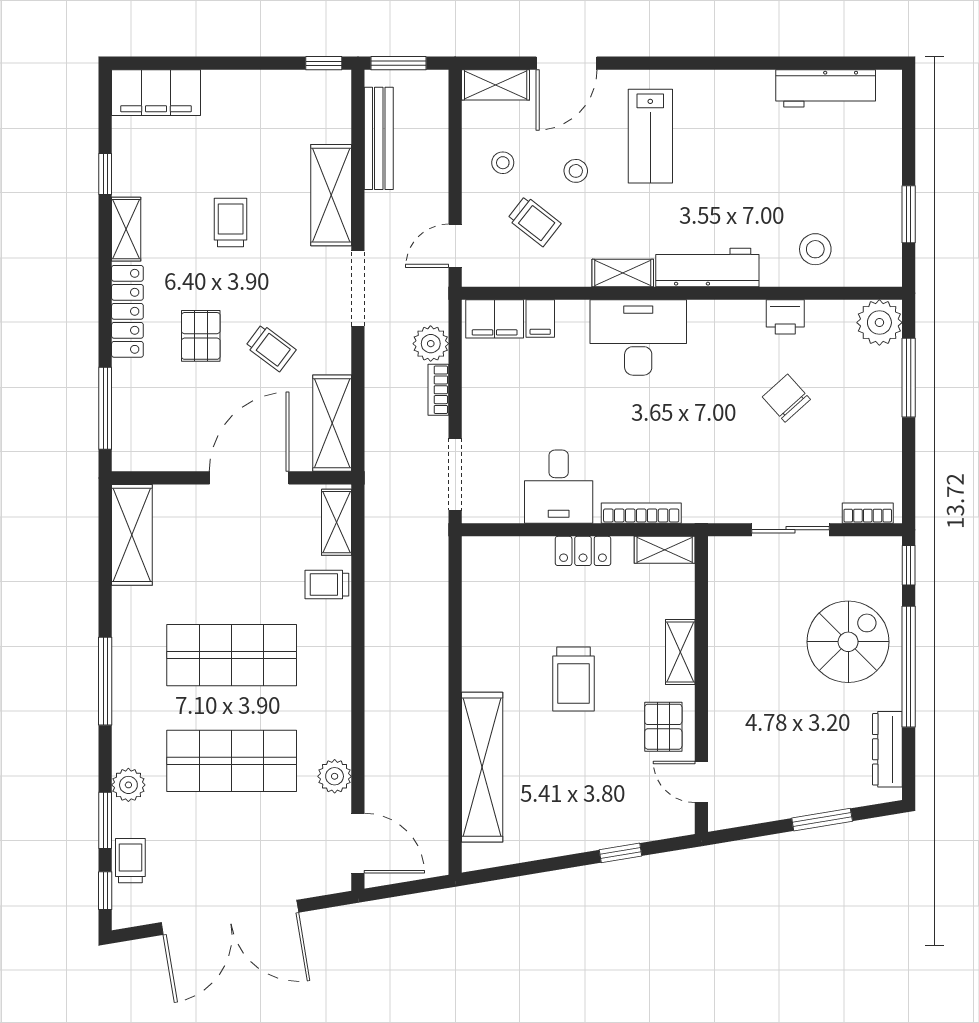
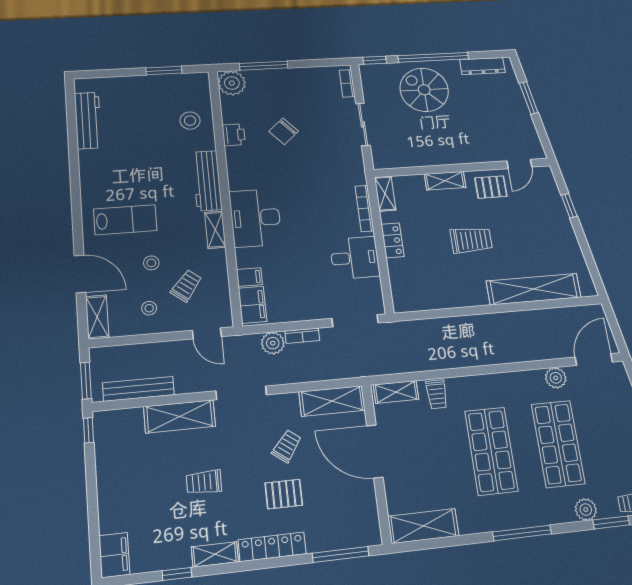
filing cabinet: (156, 93) -> (114, 555), width x0.67, depth x0.86

